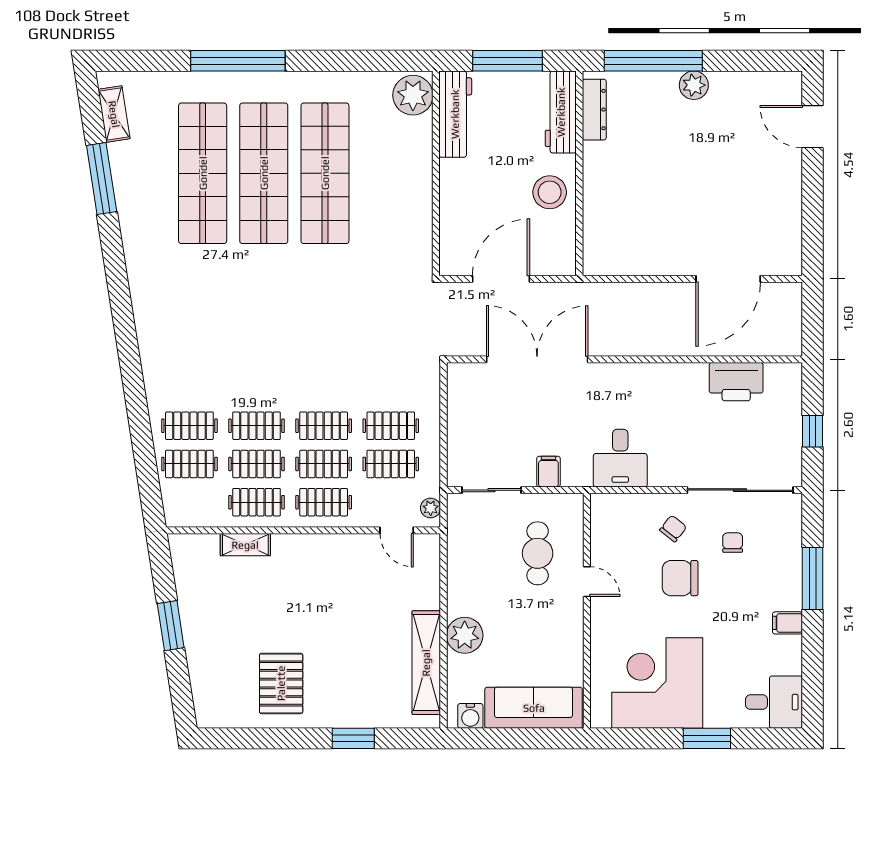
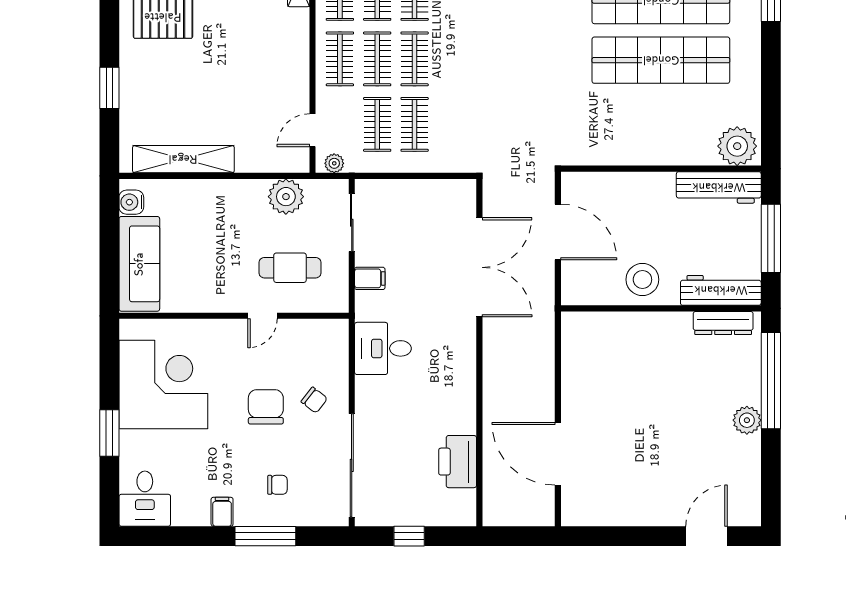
chair: (733, 543) -> (277, 485), moved
plant: (465, 635) -> (286, 197), moved

